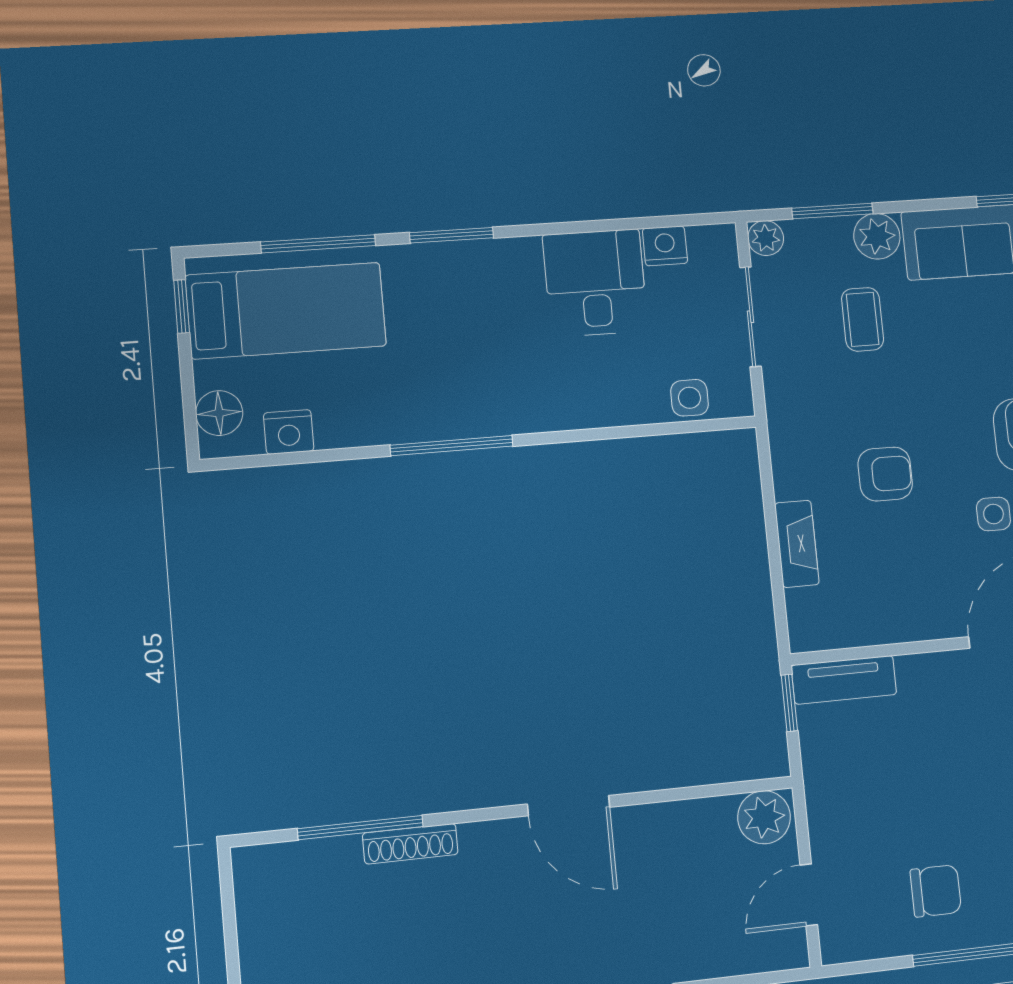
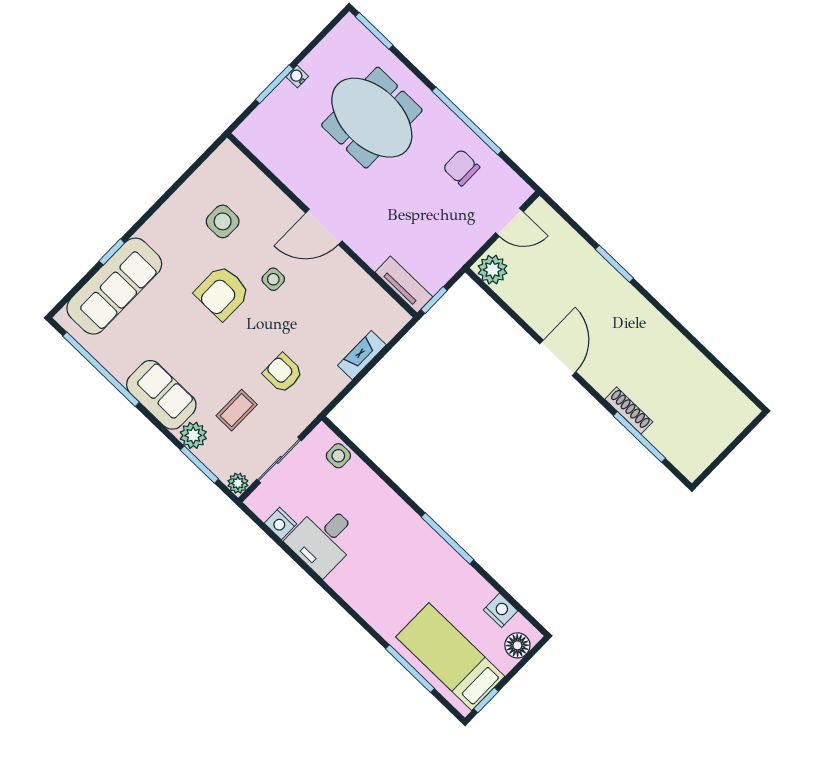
window: (452, 235) -> (357, 617), removed
armchair: (885, 474) -> (283, 373), moved

